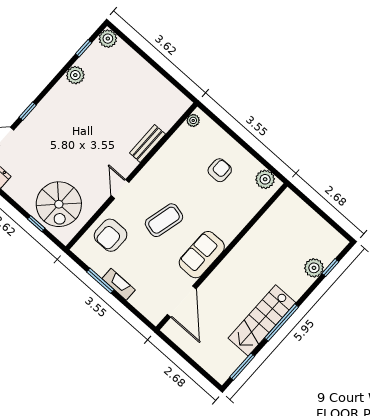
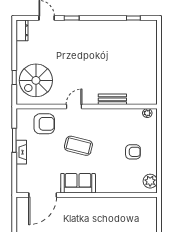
plant: (108, 39) -> (150, 26), removed
plant: (75, 75) -> (115, 26), removed
armchair: (111, 235) -> (44, 124), turned 180

